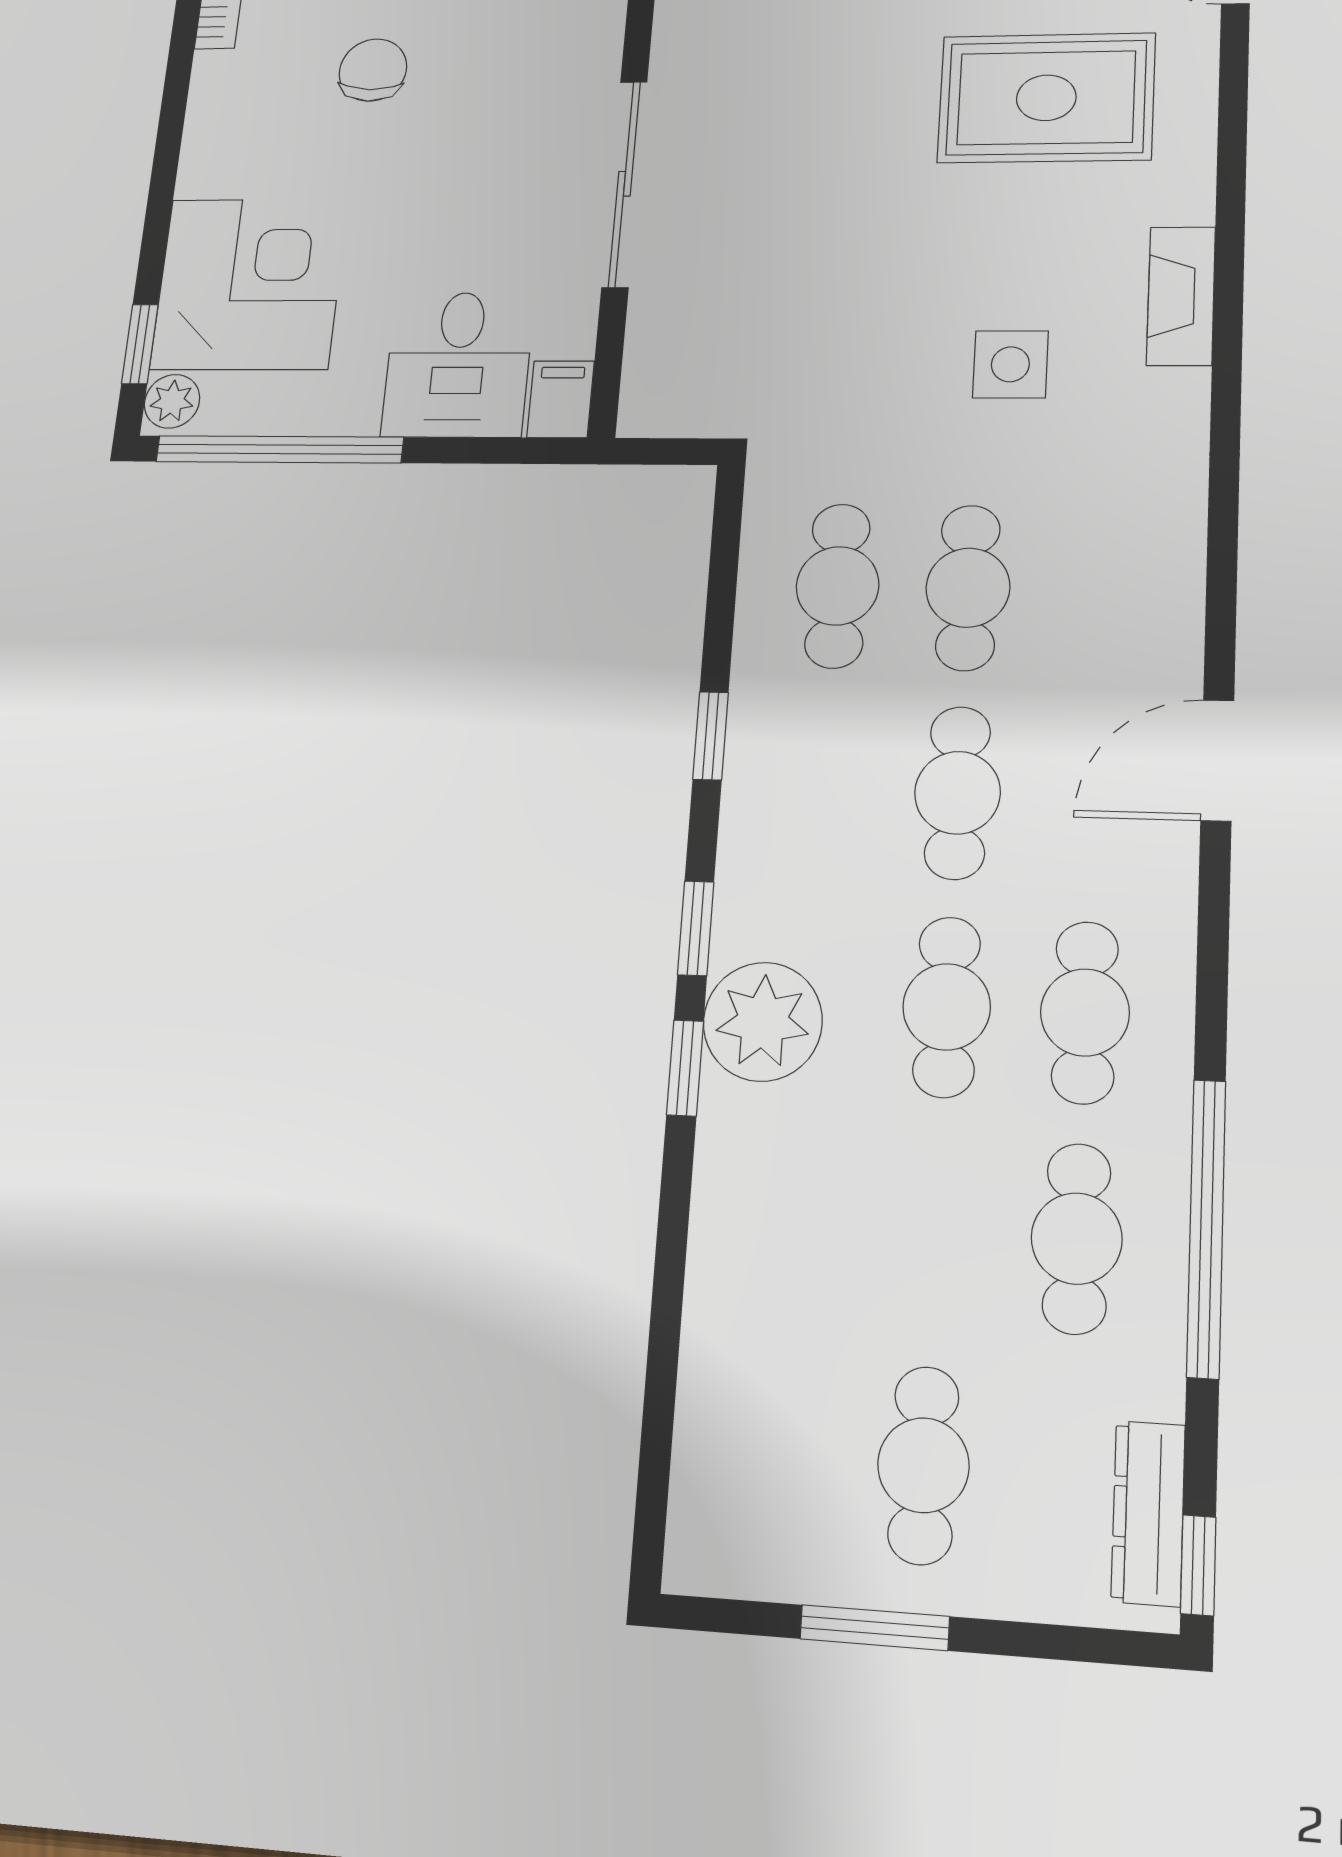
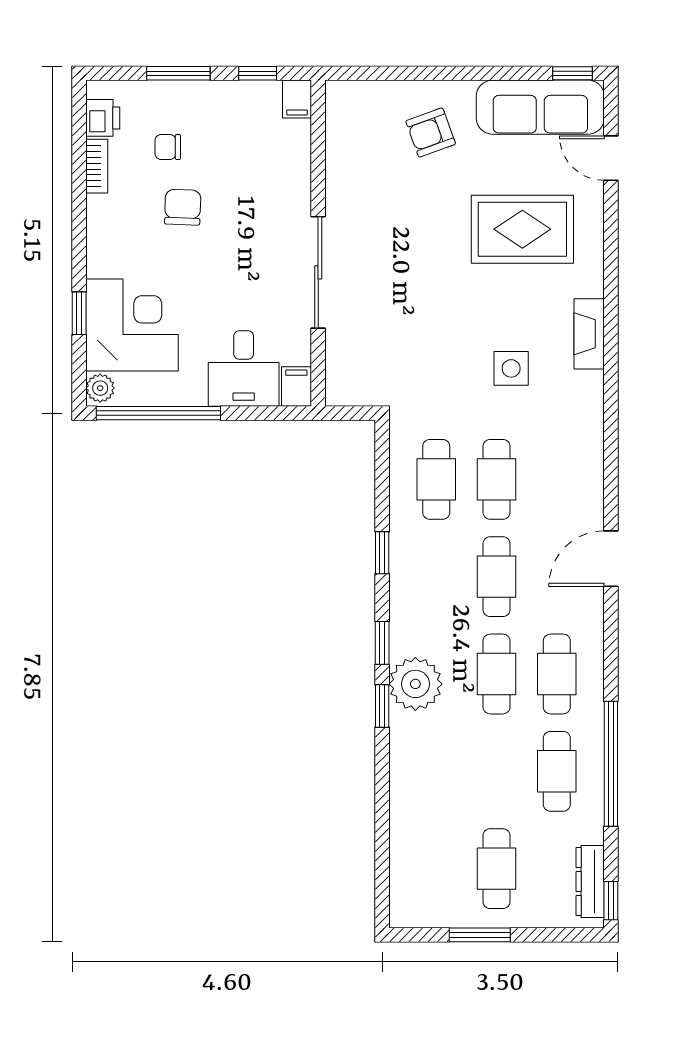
window: (140, 344) -> (79, 313), moved

